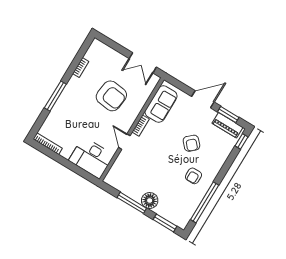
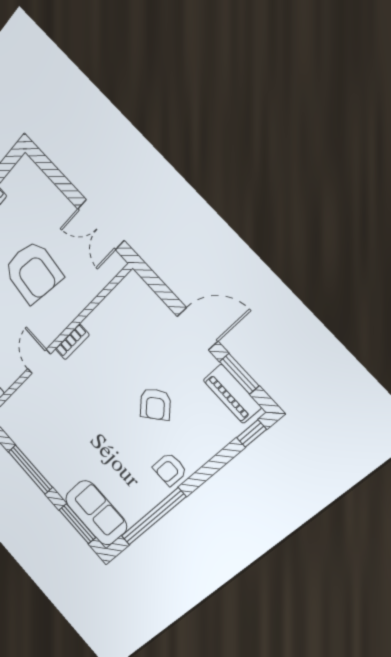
sofa: (161, 104) -> (96, 513), moved, turned -90
armchair: (193, 176) -> (170, 469), moved
floor lamp: (150, 201) -> (60, 477), removed

